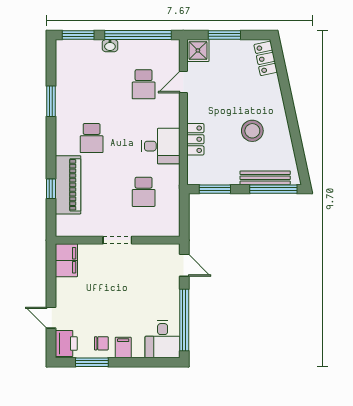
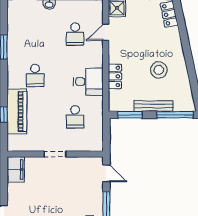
bench: (265, 178) -> (154, 106), moved

